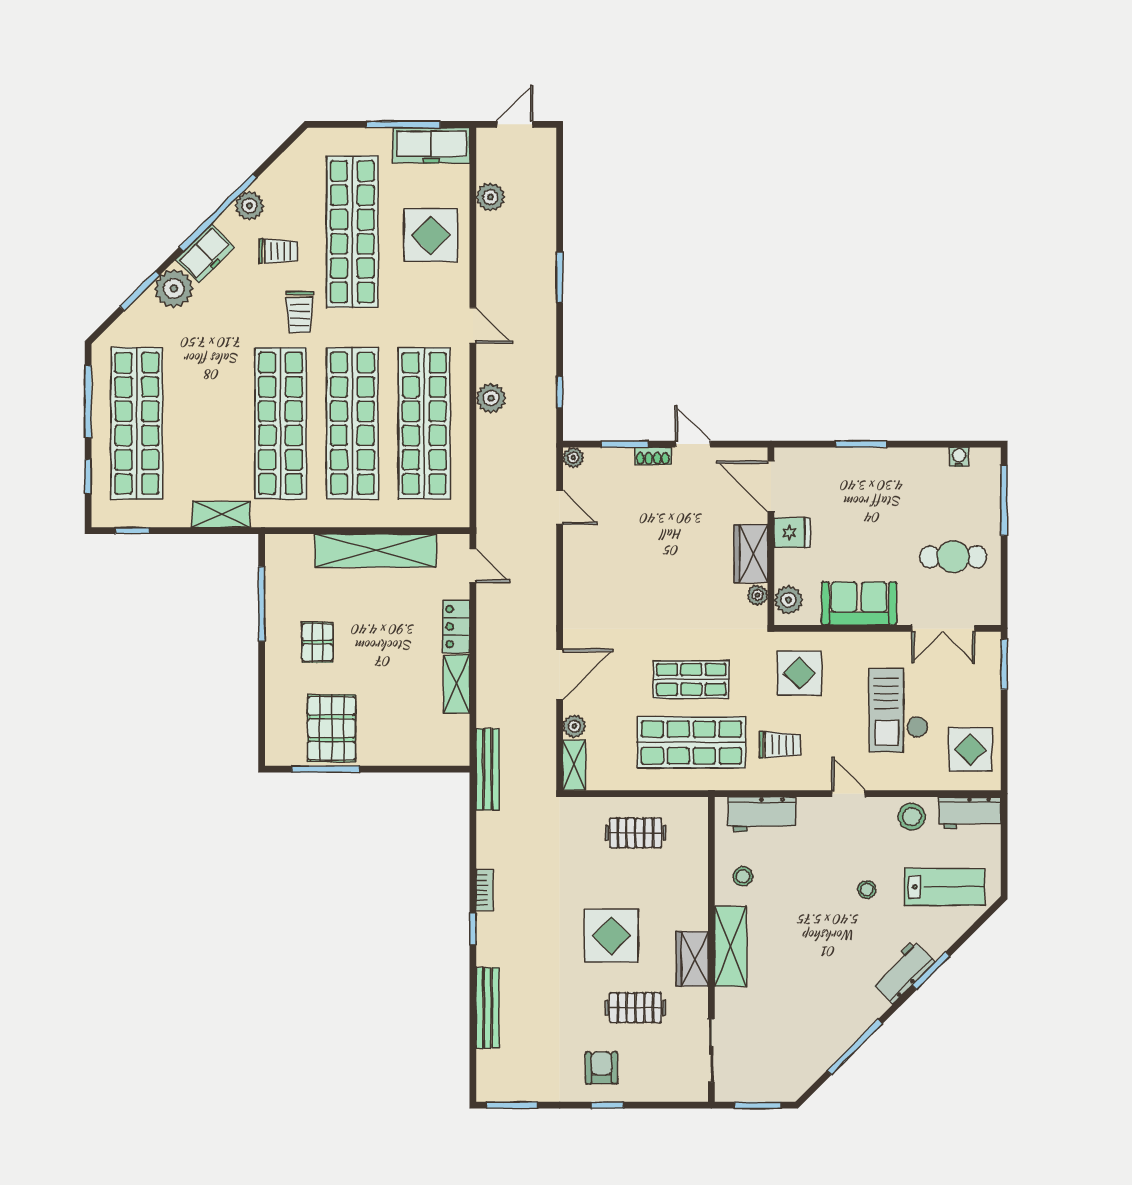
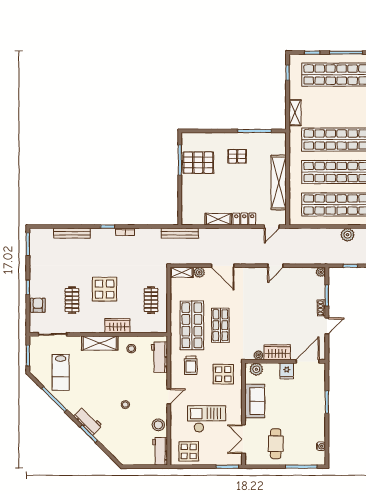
door: (560, 507) -> (275, 266), moved
lab bench: (945, 887) -> (61, 372), moved
wardrobe: (692, 959) -> (117, 326), moved
armchair: (601, 1068) -> (38, 305), moved, turned -90

